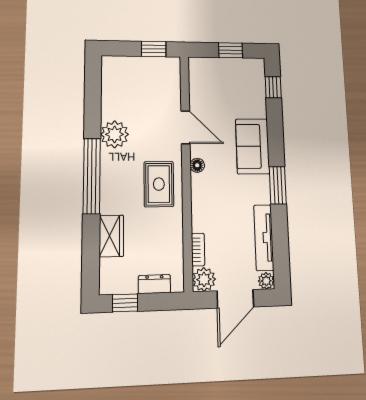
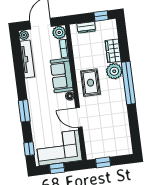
corner sofa: (224, 82) -> (59, 148), added
plant: (115, 134) -> (114, 71), moved
sofa: (253, 146) -> (62, 75), moved, turned 180
window: (278, 185) -> (24, 111), moved

